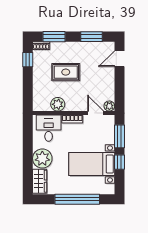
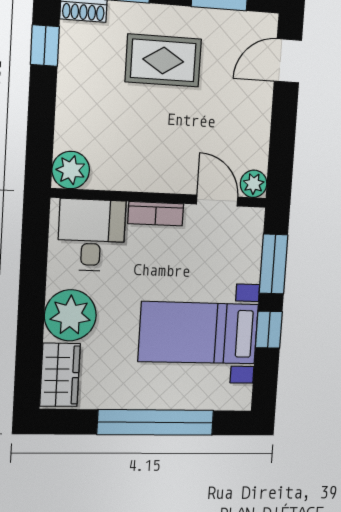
rug: (66, 72) -> (163, 60), moved
plant: (58, 104) -> (71, 170), moved

